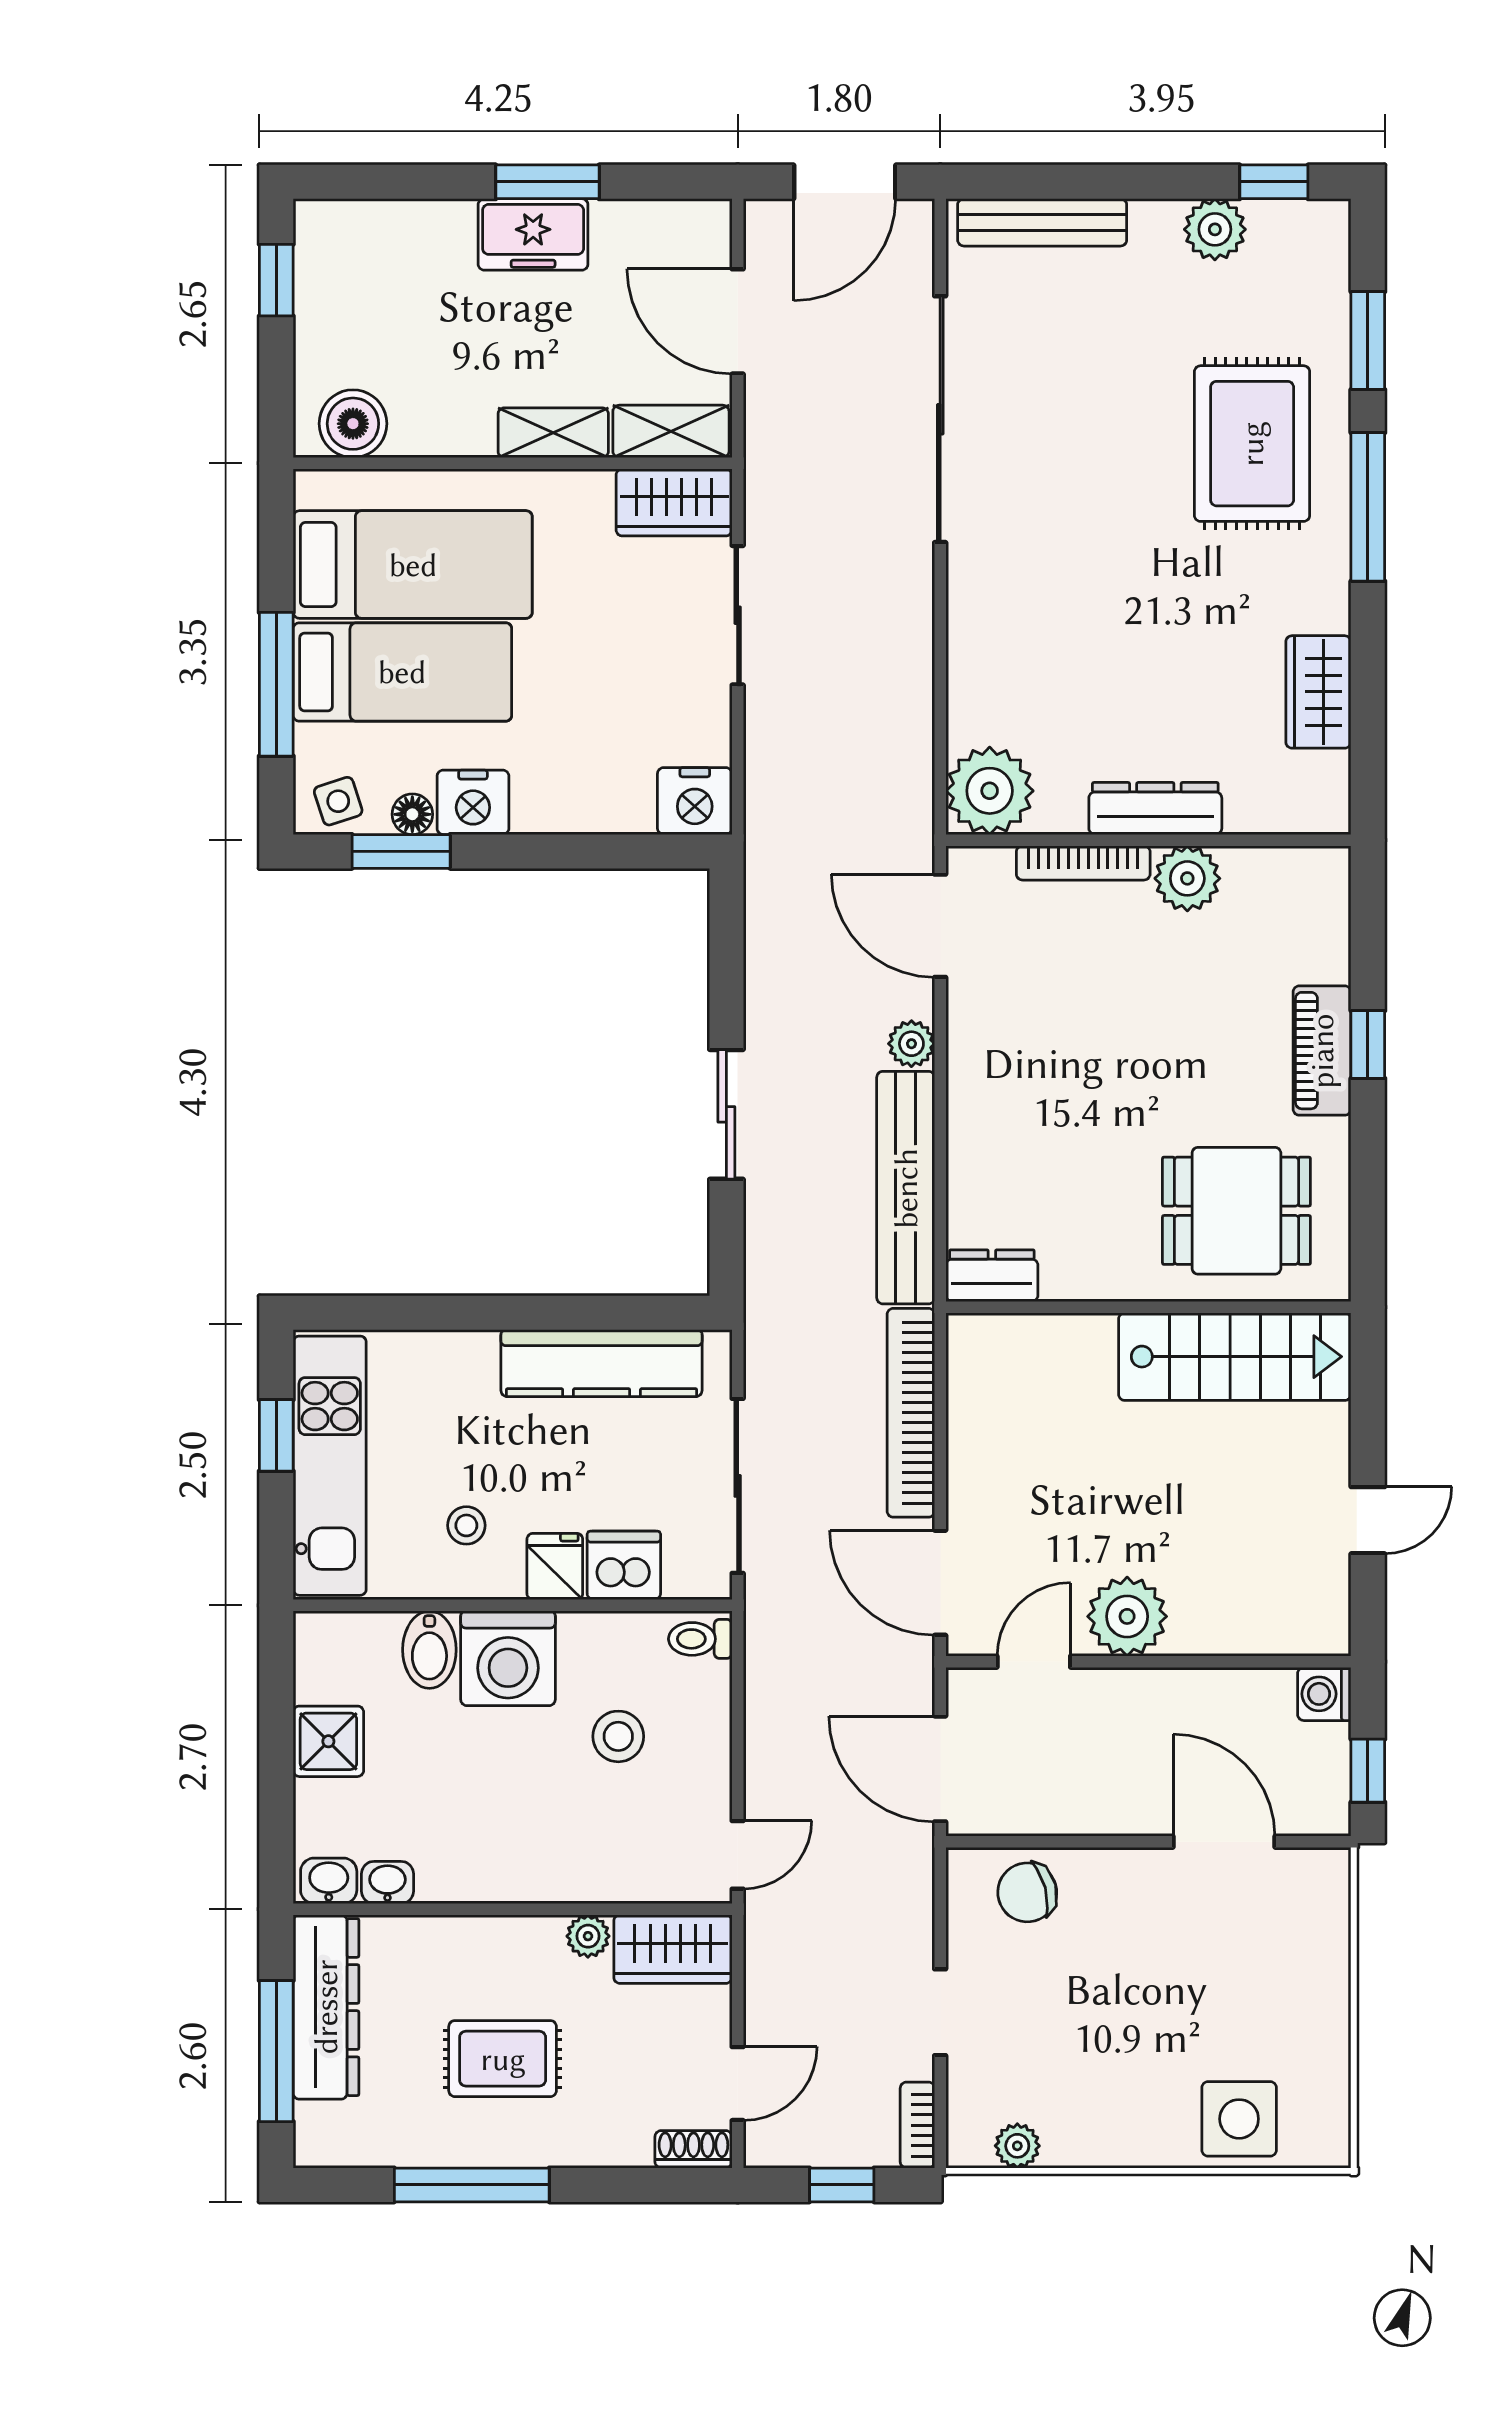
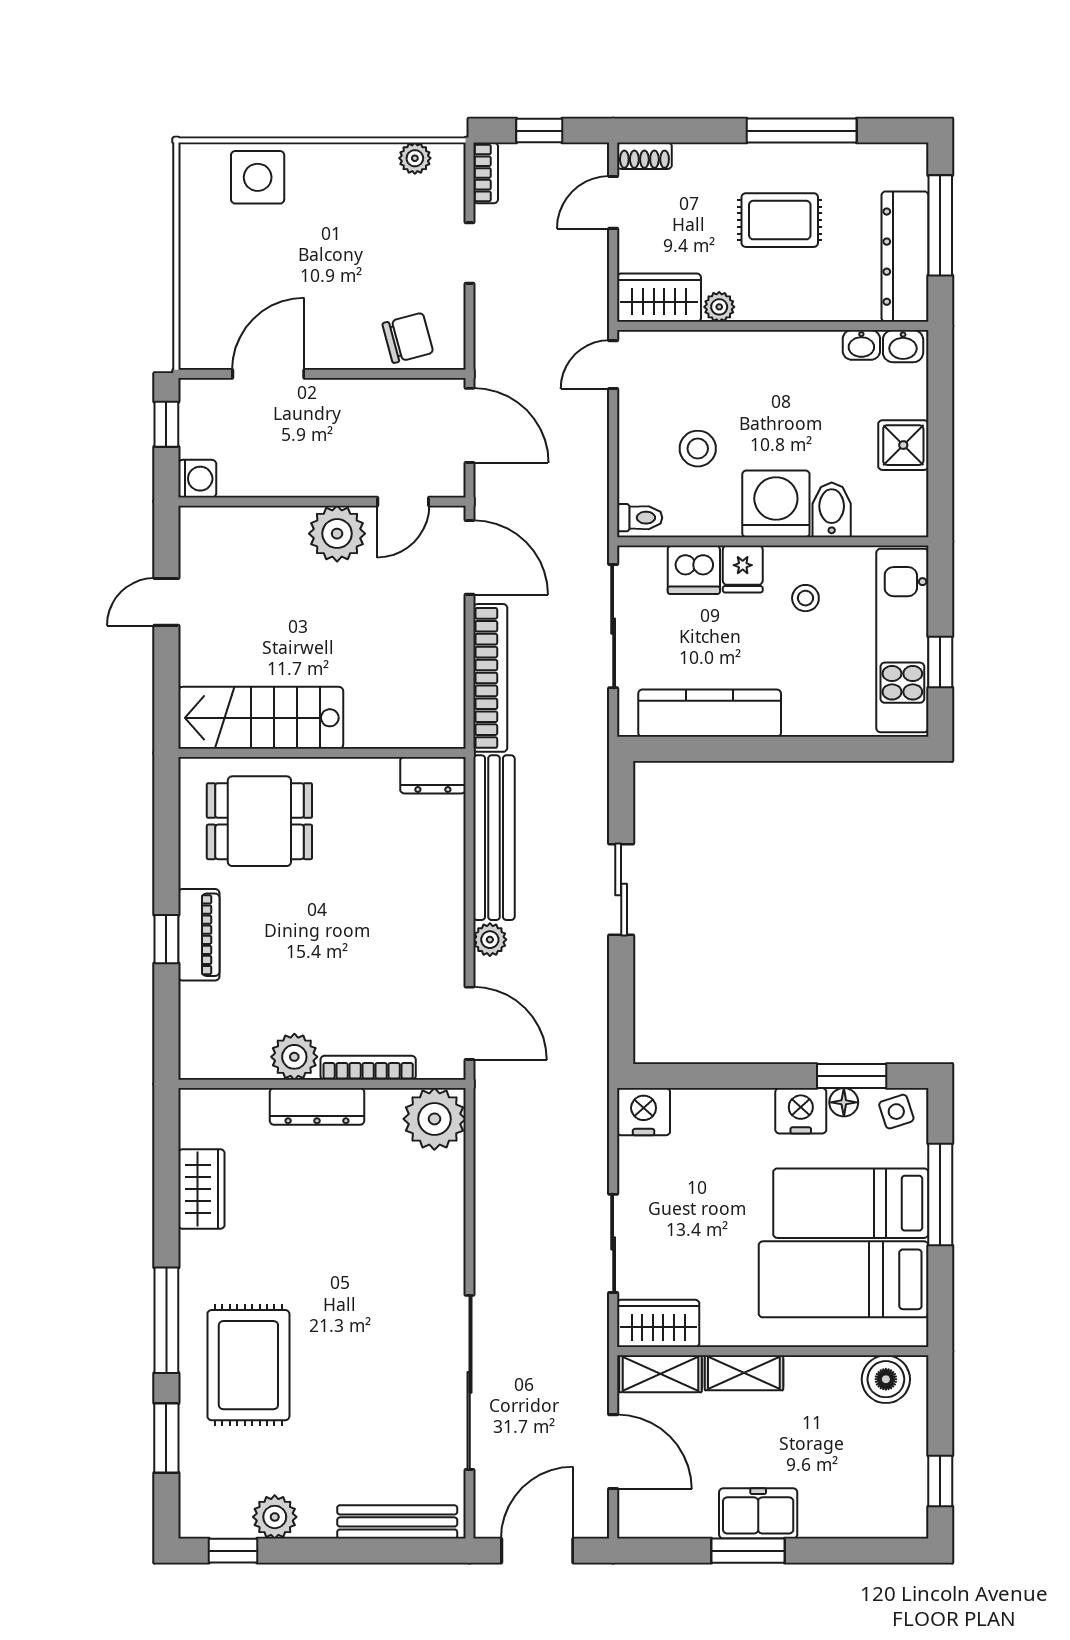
door: (1224, 1842) -> (268, 374), swing flipped

